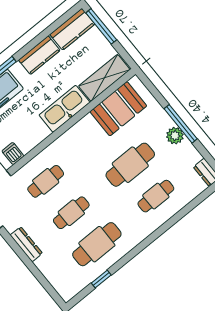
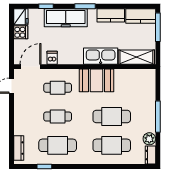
booth: (118, 109) -> (96, 80), moved
plant: (175, 136) -> (149, 139), moved
cafe table: (156, 196) -> (112, 145), width x1.37, depth x1.35
dresser: (26, 244) -> (19, 148), moved

